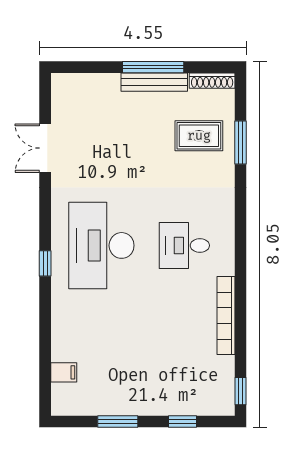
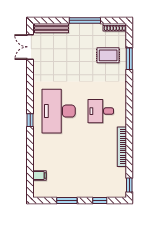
bench: (154, 82) -> (51, 28), moved
double door: (45, 148) -> (30, 47), moved

